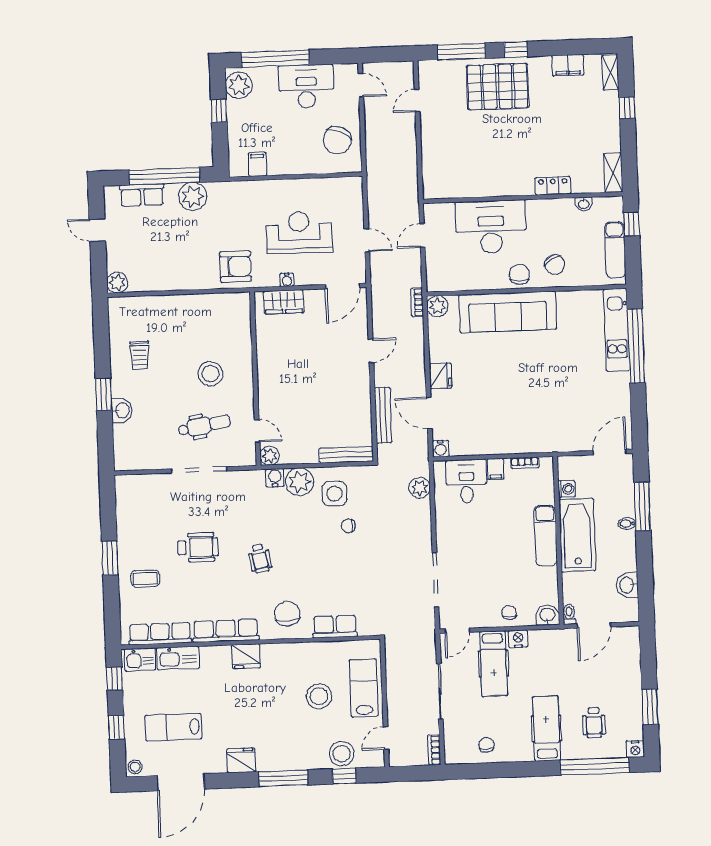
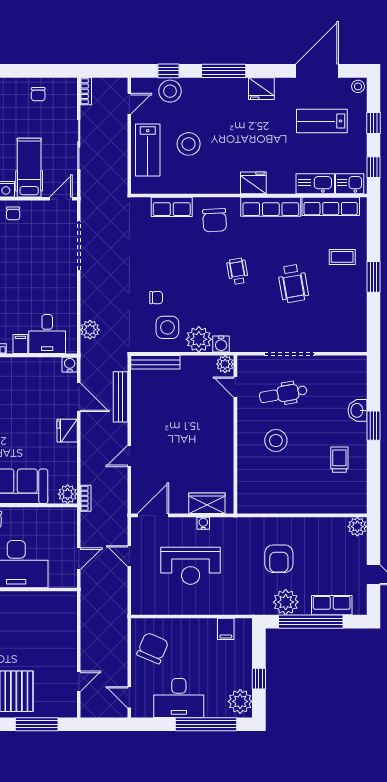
armchair: (235, 267) -> (279, 559), moved, turned -90
wheelchair: (198, 547) -> (293, 283), turned -100
lab bench: (173, 727) -> (322, 121), turned 180

